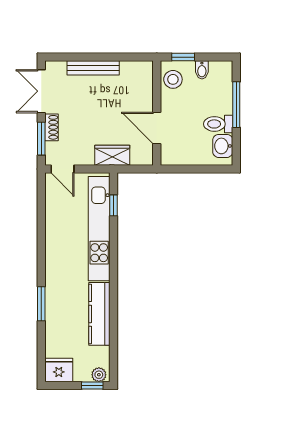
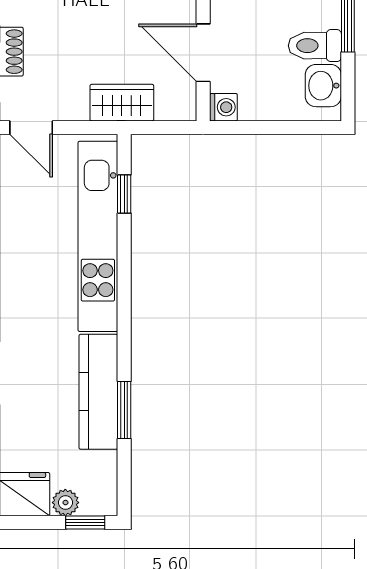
washing machine: (168, 158) -> (223, 107), added
window: (114, 324) -> (124, 410), added
plant: (99, 375) -> (65, 503), moved

